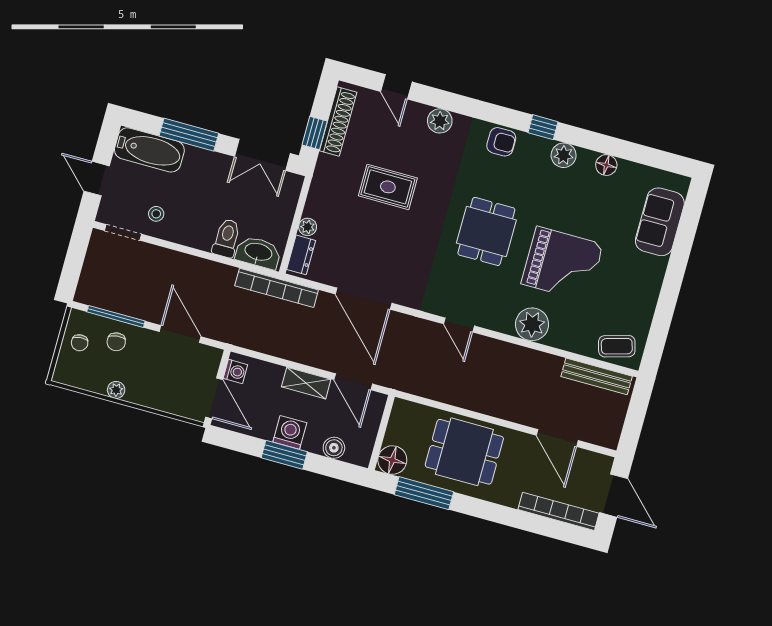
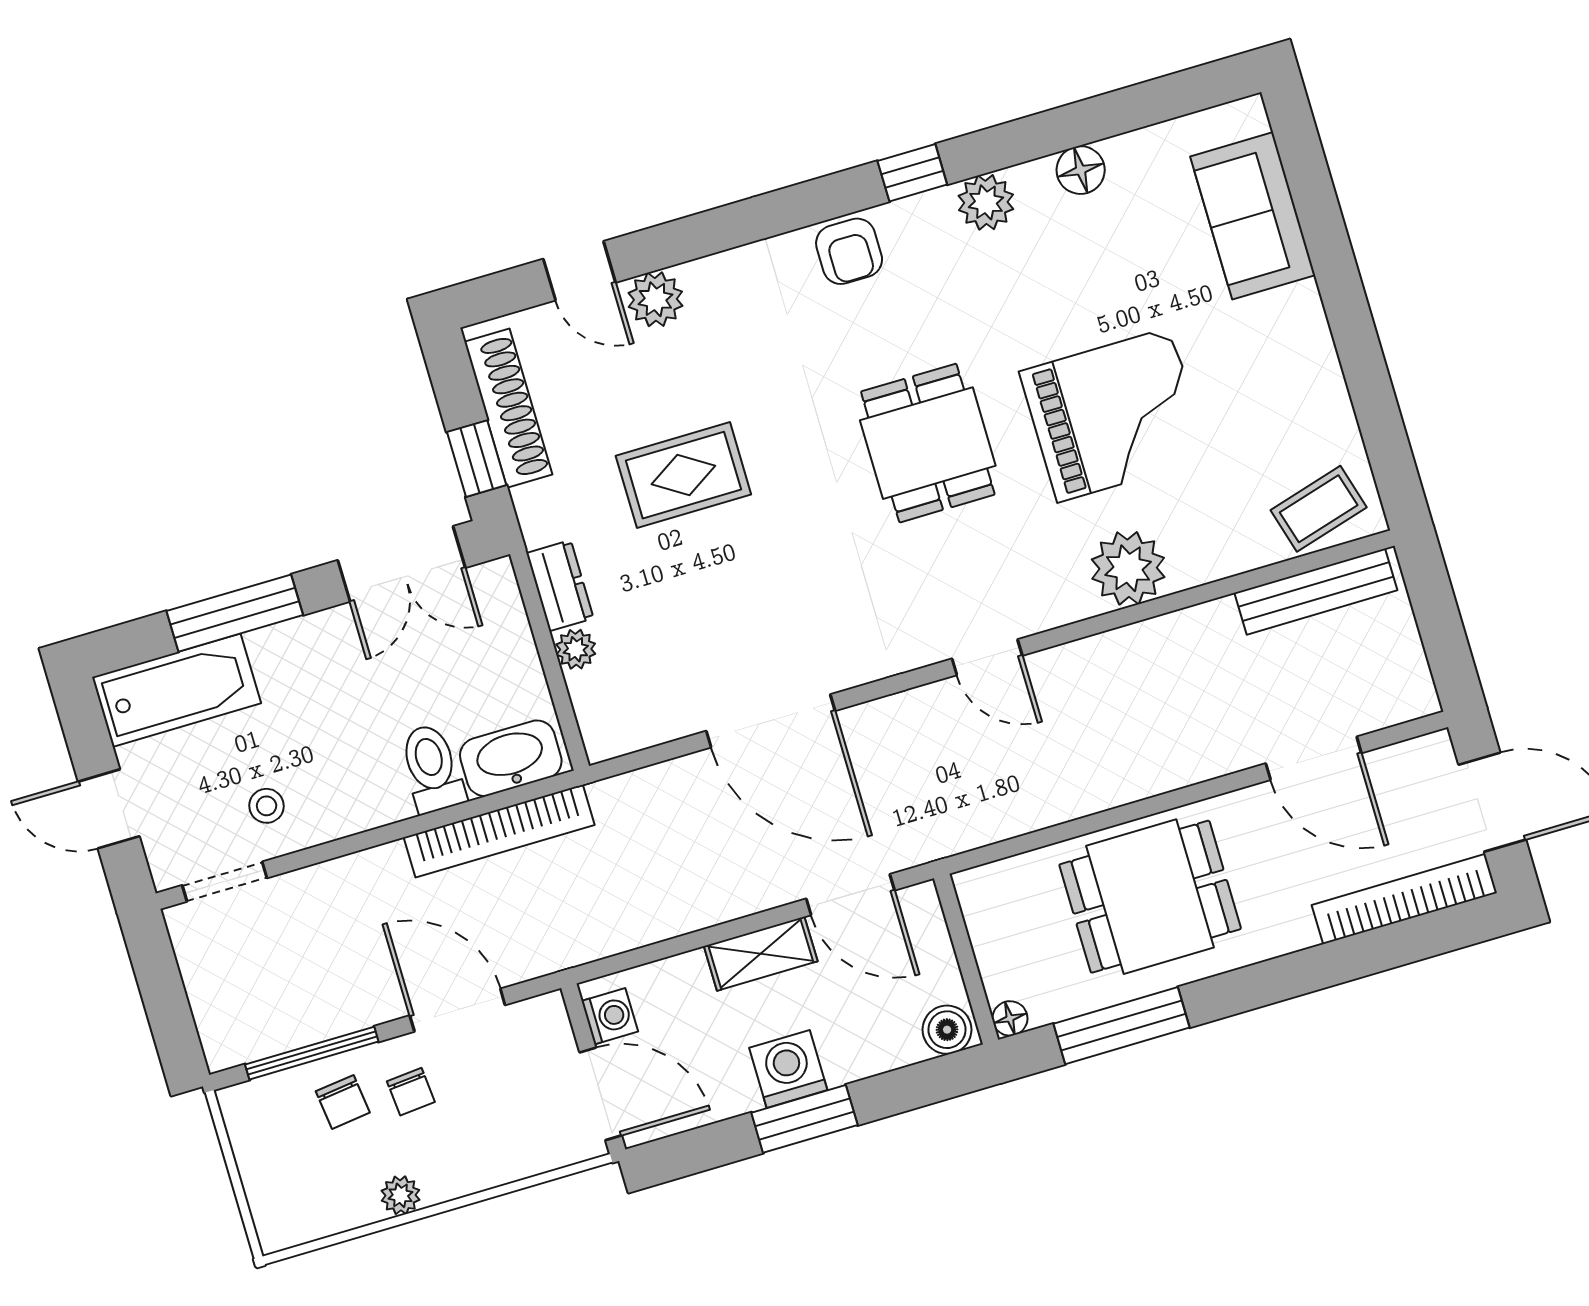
plant: (440, 121) -> (655, 299), moved
armchair: (501, 142) -> (849, 251), turned 90
dresser: (301, 255) -> (560, 586), moved
bookcase: (277, 288) -> (499, 831), moved
chair: (80, 343) -> (411, 1092), moved
boiler: (334, 448) -> (947, 1030), moved
floor lamp: (392, 460) -> (1010, 1018), width x0.53, depth x0.53

